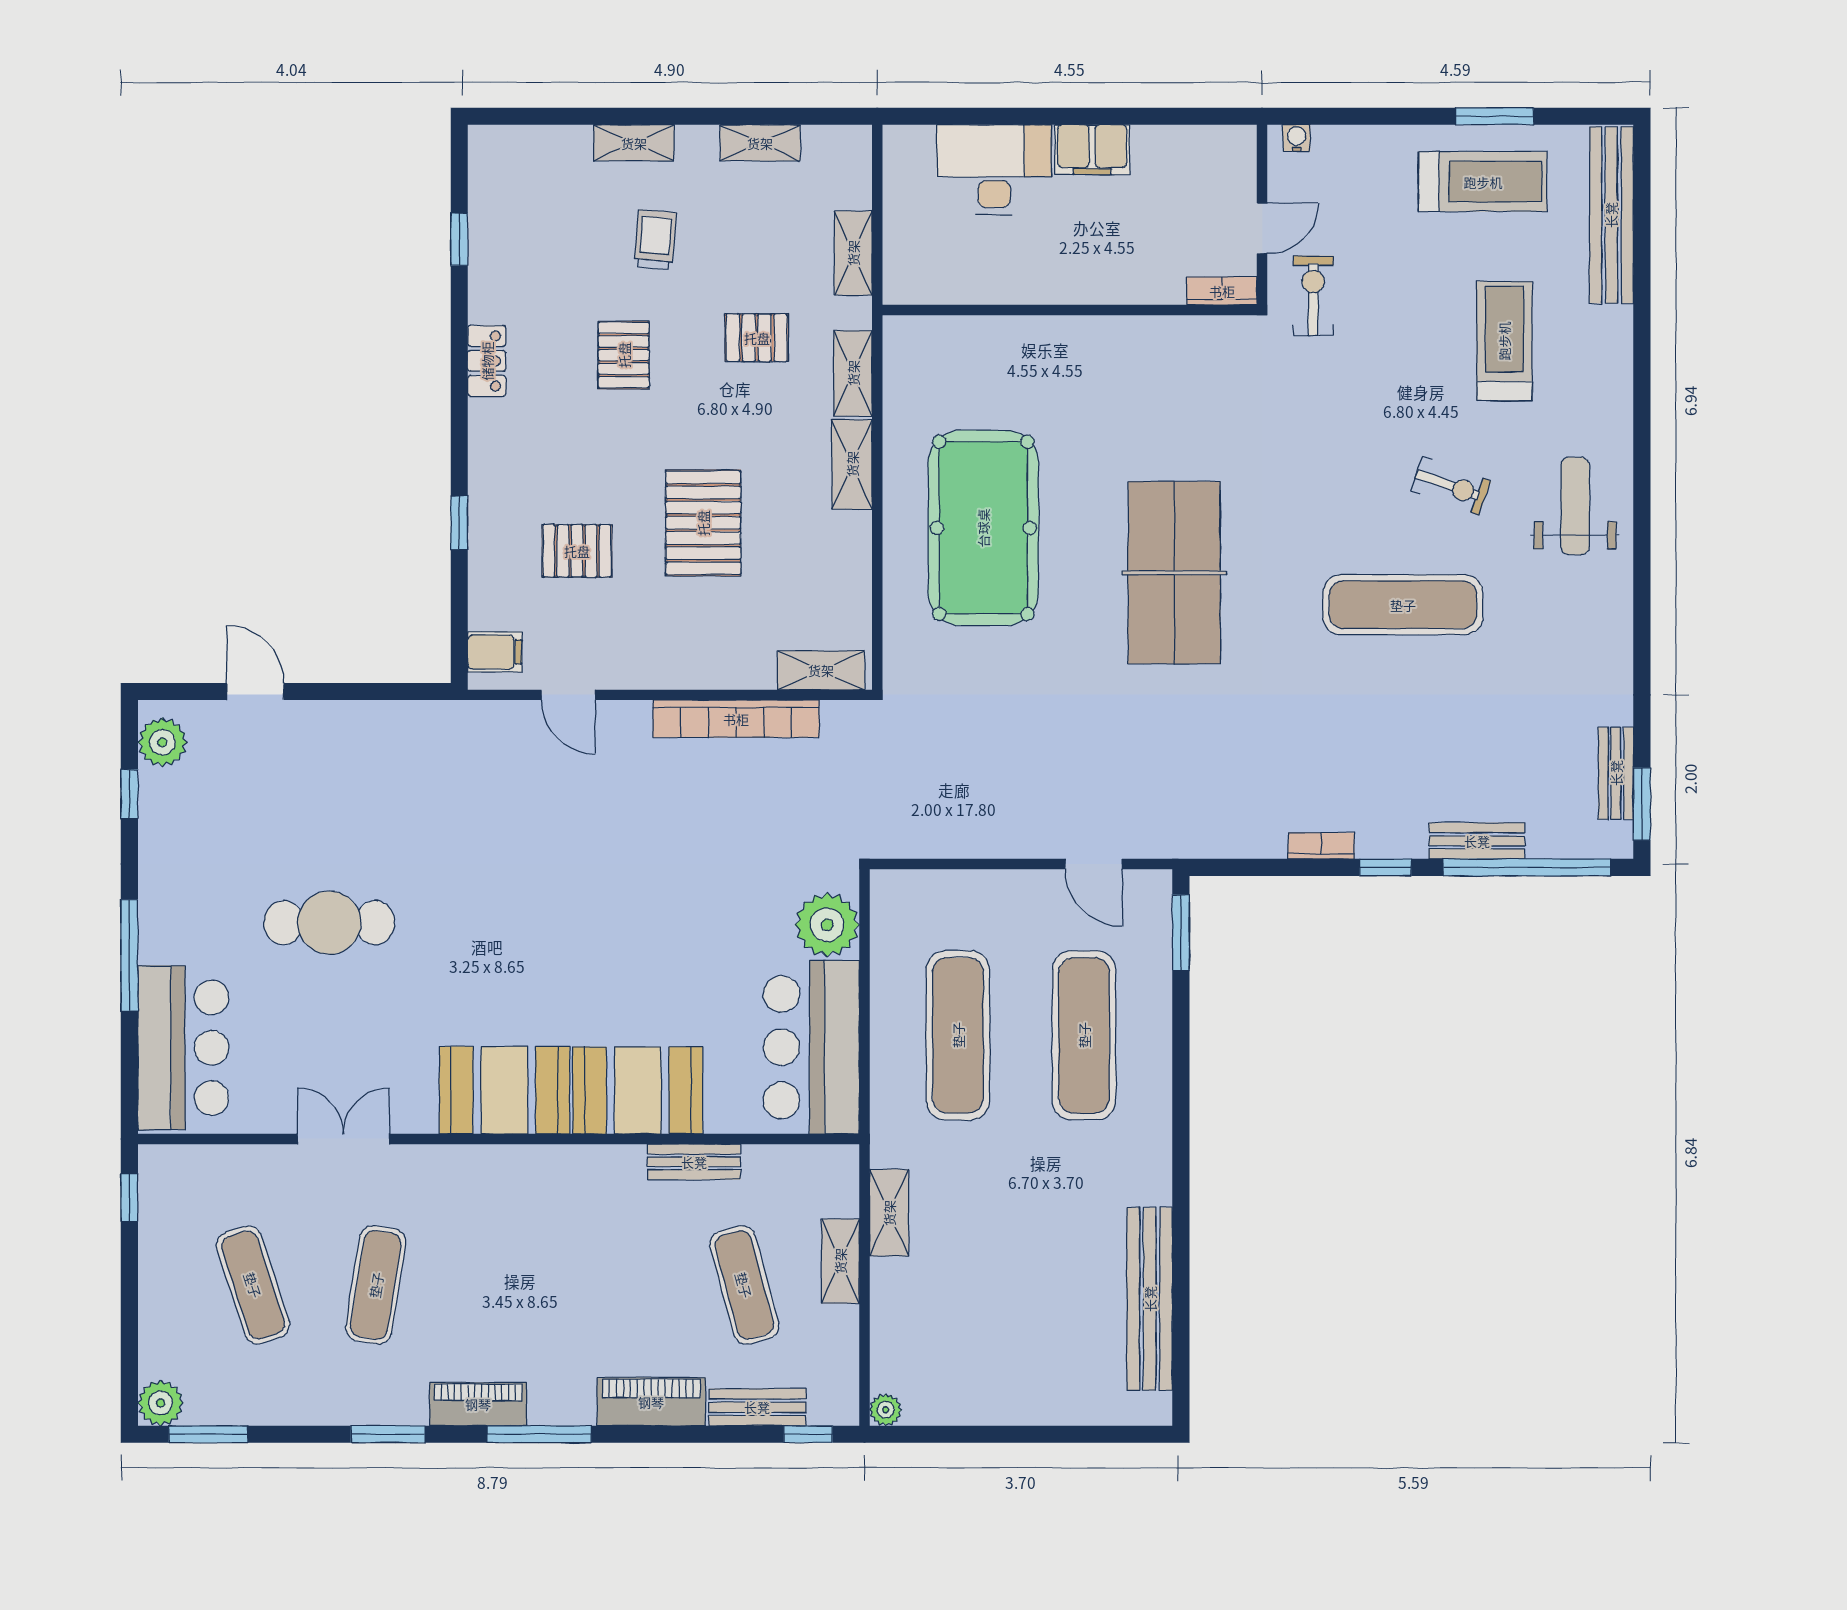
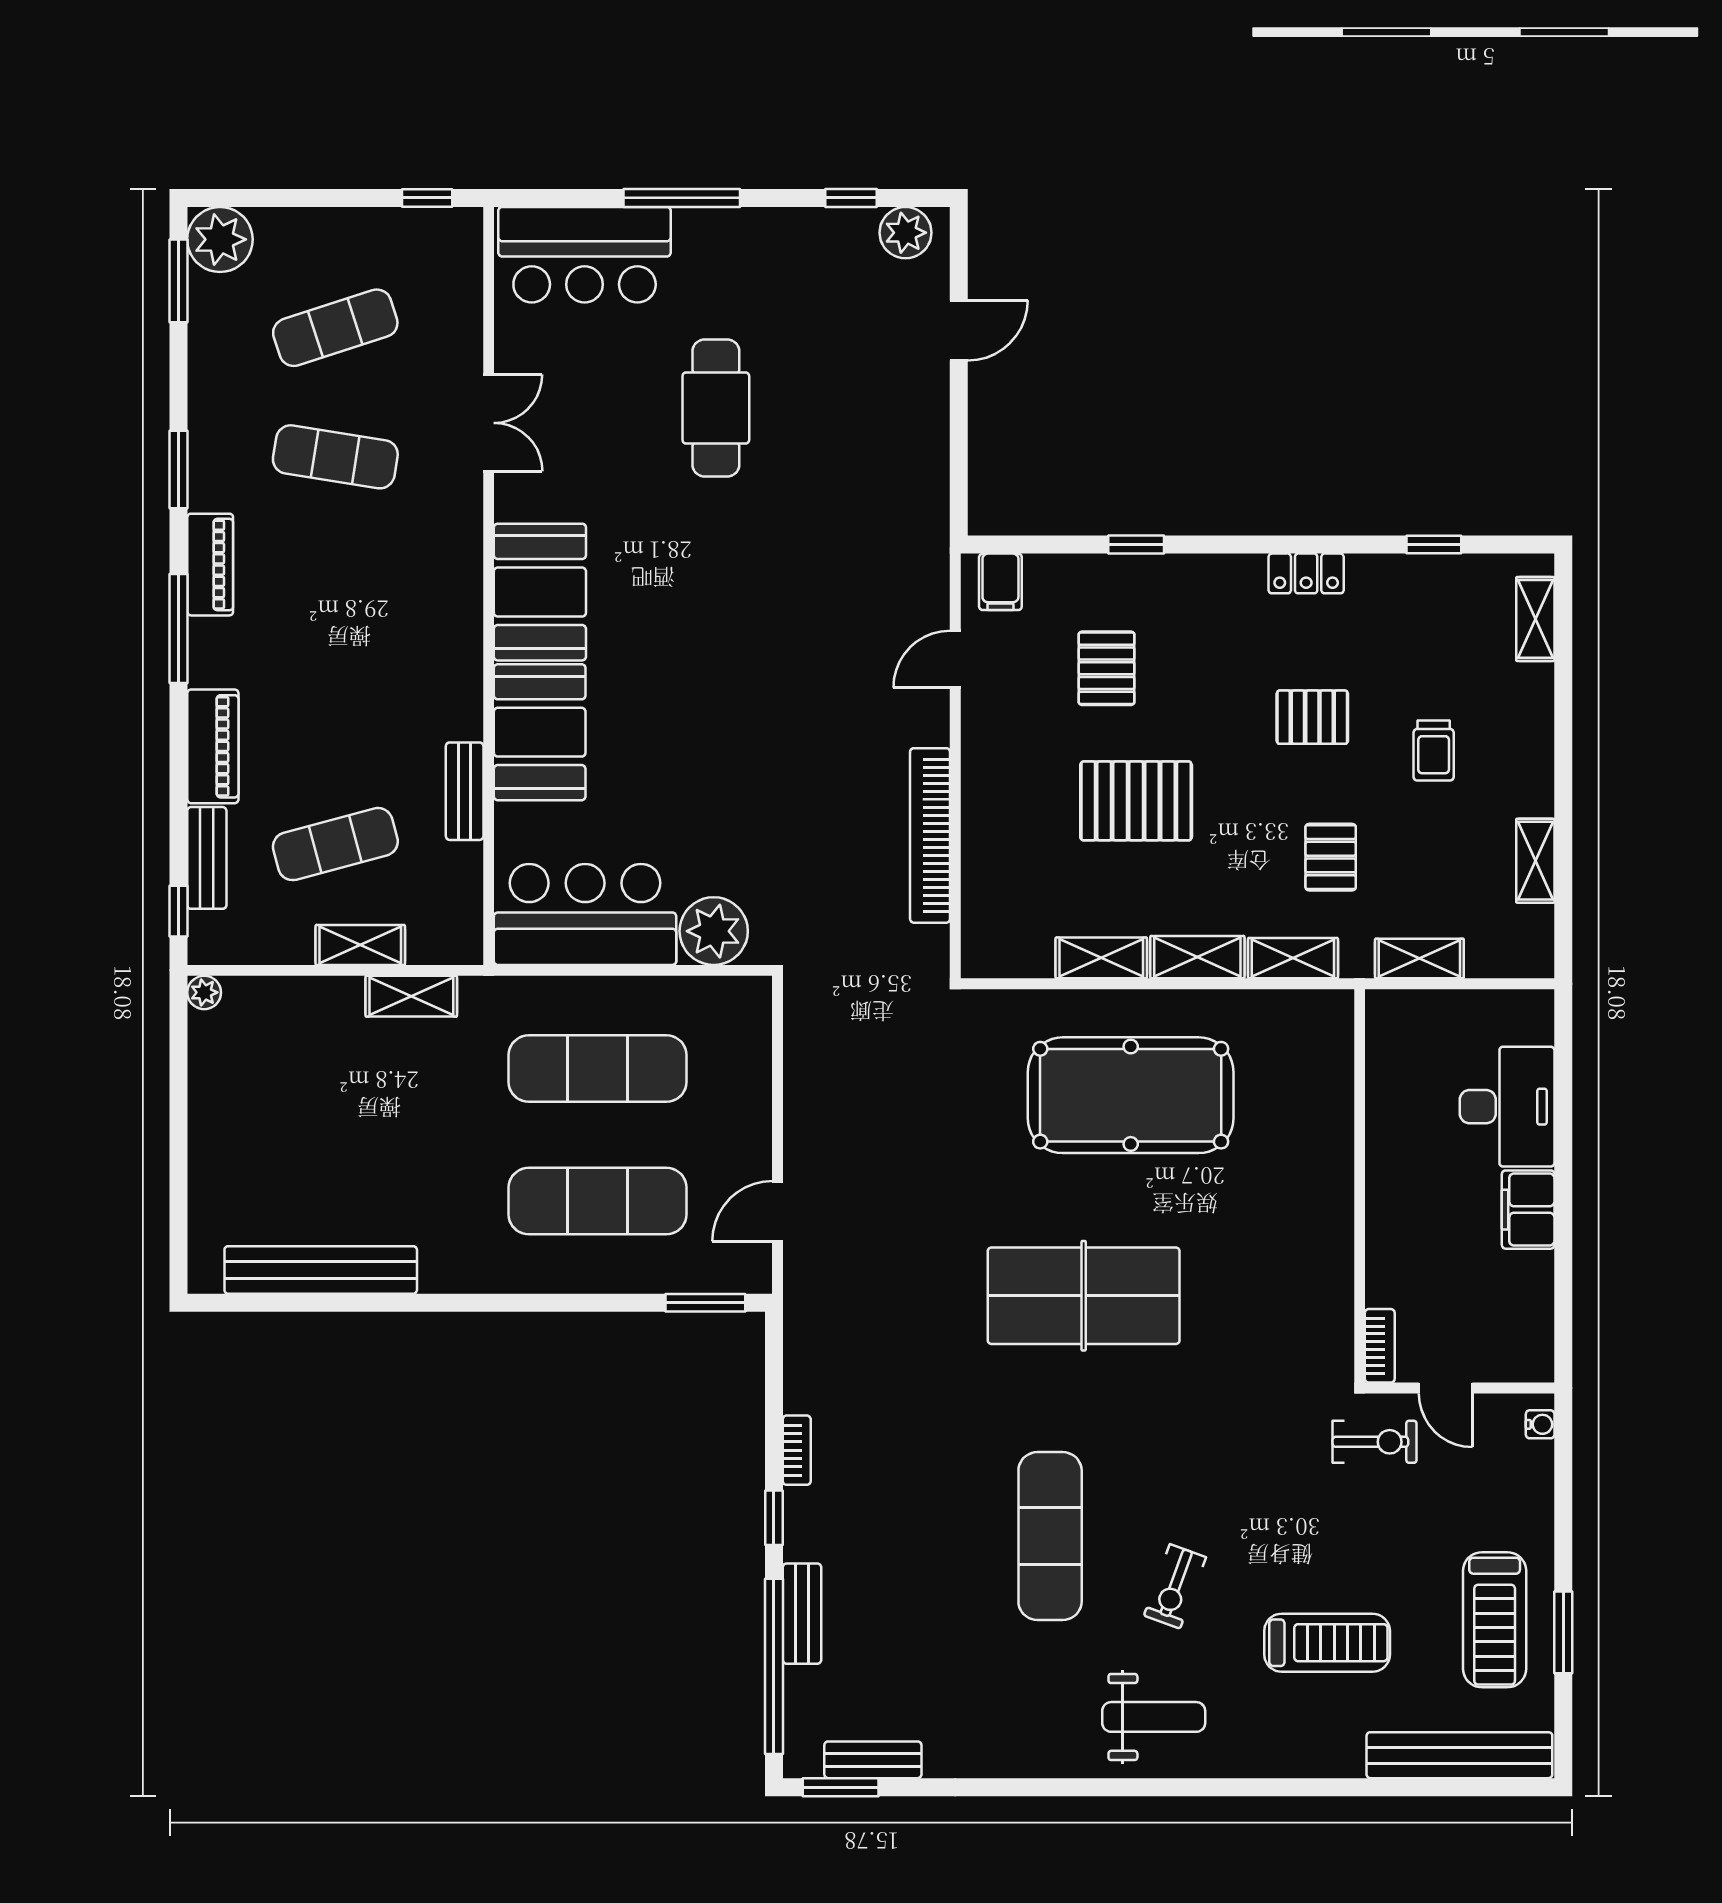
shelving: (634, 143) -> (1535, 619), moved
trolley: (655, 240) -> (1434, 751), turned 85
shelving: (821, 670) -> (1101, 958), moved, turned 90
plant: (161, 1403) -> (220, 239), width x1.36, depth x1.36

